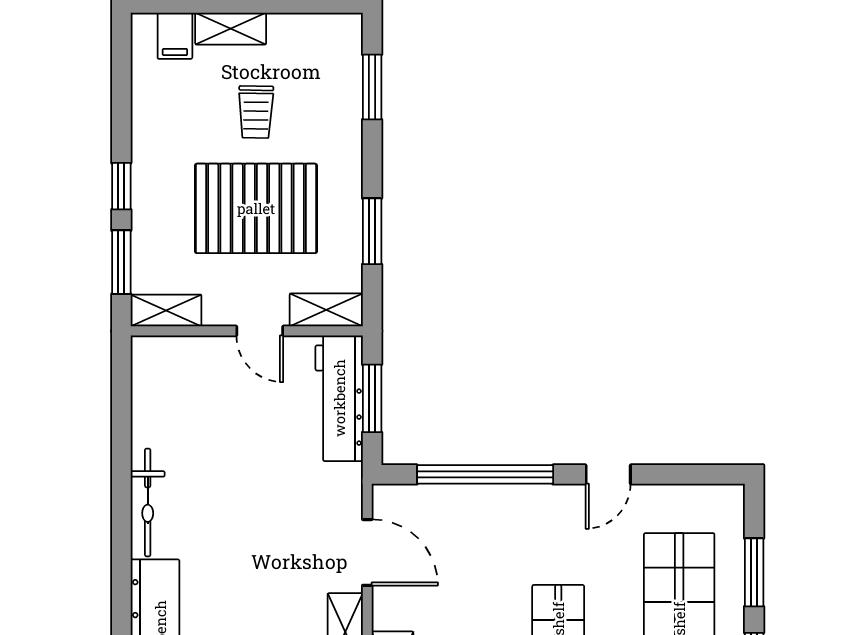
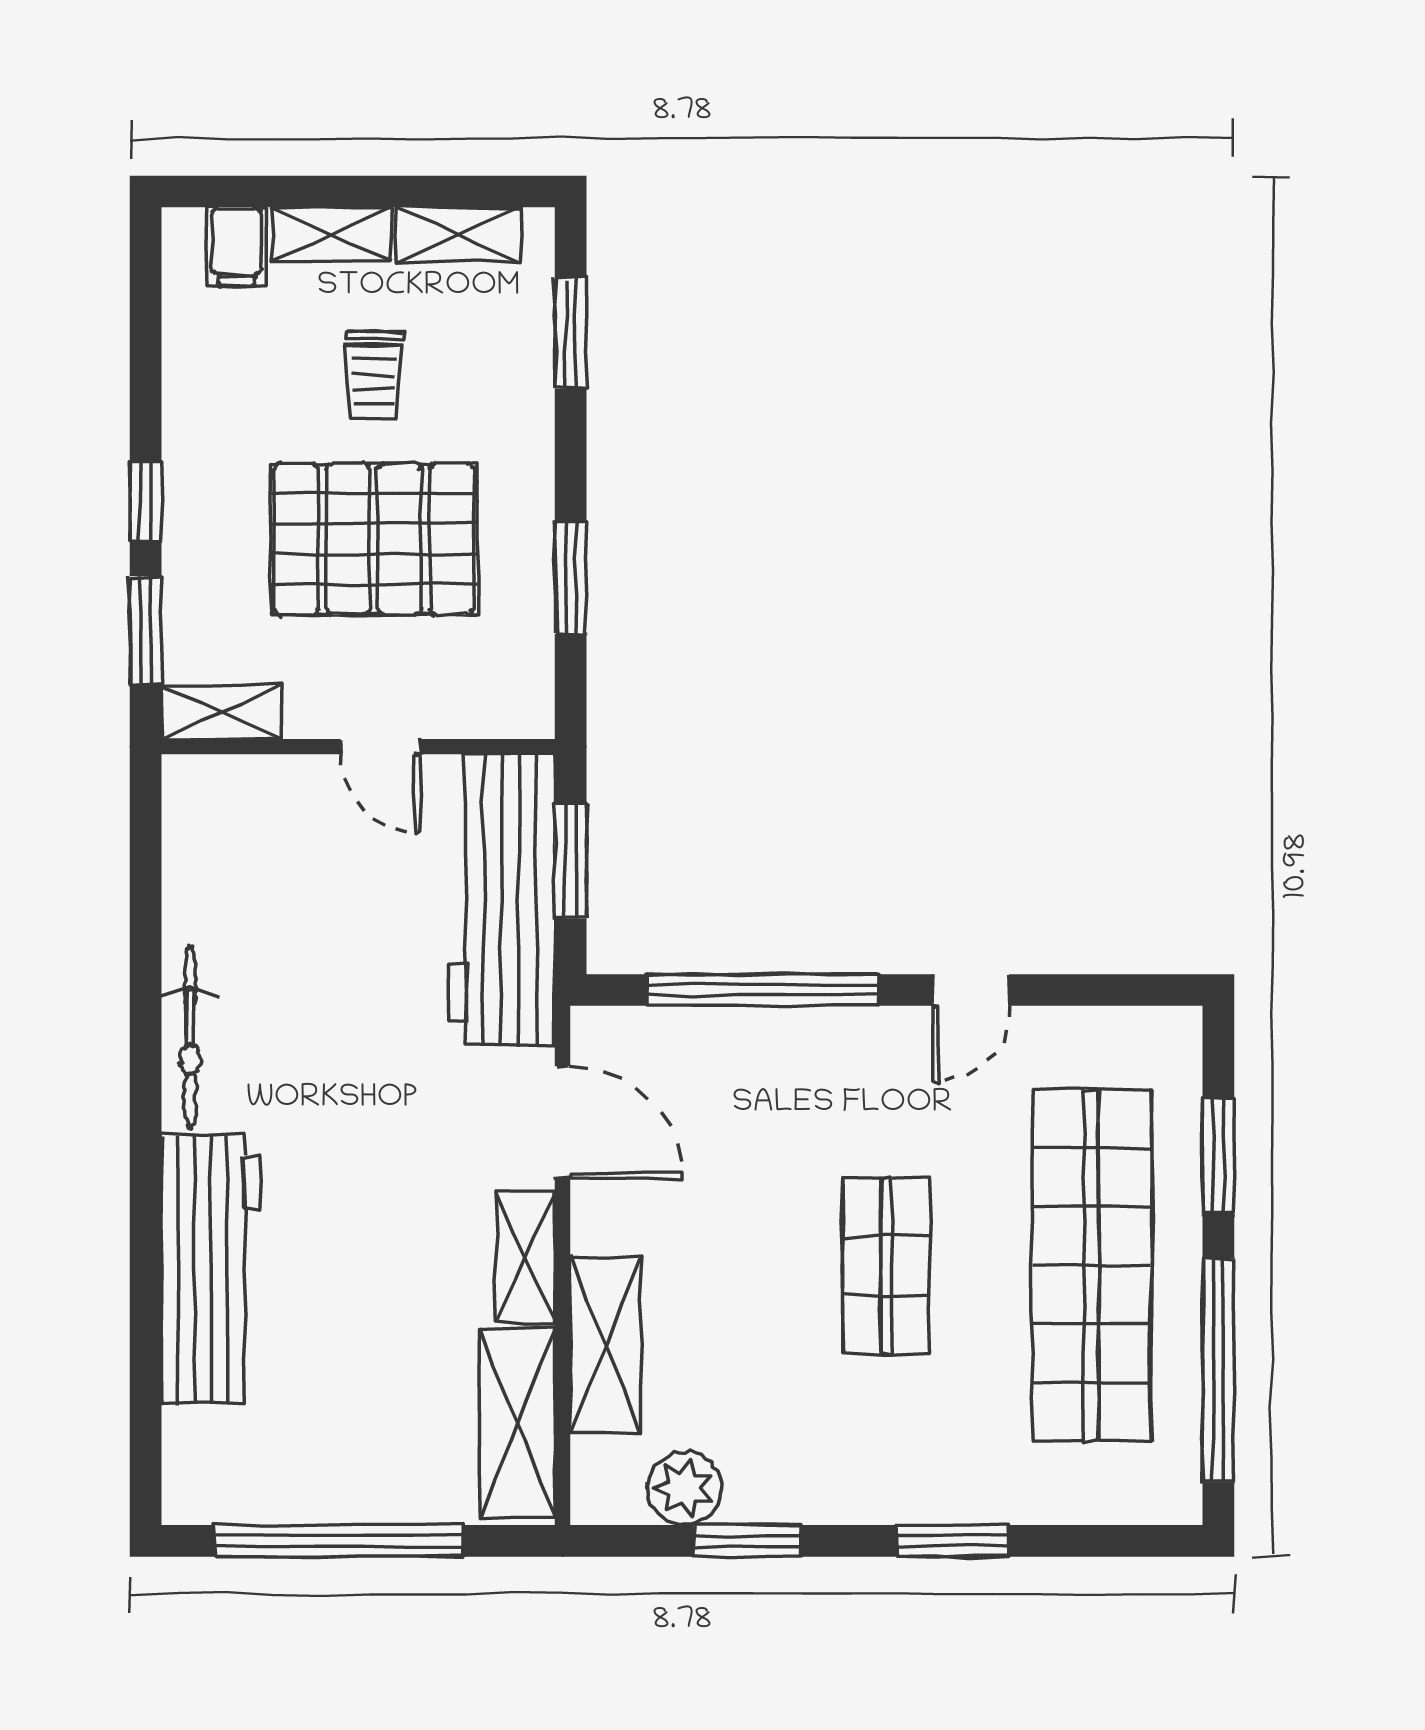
shelving: (326, 310) -> (458, 235), moved
workbench: (339, 398) -> (502, 900), width x1.36, depth x1.32

